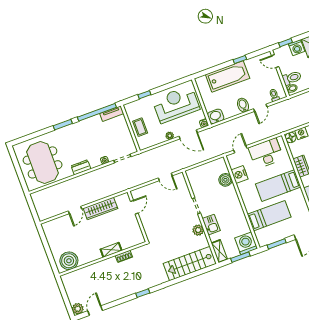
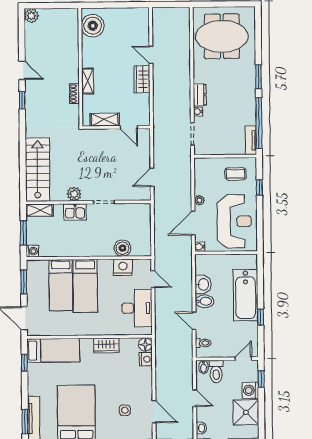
washbasin: (216, 116) -> (203, 284), moved
coffee table: (140, 127) -> (235, 174), moved
dresser: (81, 167) -> (200, 95), moved
bed: (278, 186) -> (85, 286), moved, turned 180
wardrobe: (100, 208) -> (142, 79), width x0.67
shelving: (135, 227) -> (105, 120), added
washing machine: (246, 243) -> (32, 251), width x0.53, depth x0.53
door: (95, 311) -> (22, 70), moved

